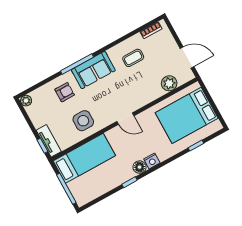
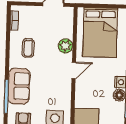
plant: (169, 83) -> (65, 46), moved
door: (125, 119) -> (74, 70), moved

